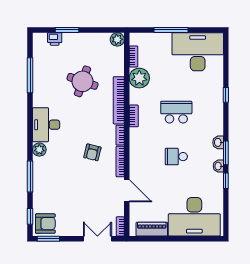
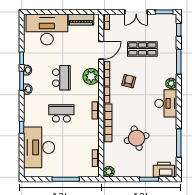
printer: (55, 39) -> (164, 170), width x1.87, depth x1.48
desk: (198, 52) -> (39, 147), moved, turned 90
plant: (139, 78) -> (91, 76), moved
round table: (83, 81) -> (137, 138), turned -34
school desk: (176, 112) -> (61, 113), turned 180
school desk: (176, 157) -> (61, 78), width x1.85
door: (127, 191) -> (101, 50), swing flipped
shop shelf: (75, 192) -> (142, 49), added
armchair: (45, 224) -> (166, 24), removed
double door: (97, 239) -> (136, 12), moved

